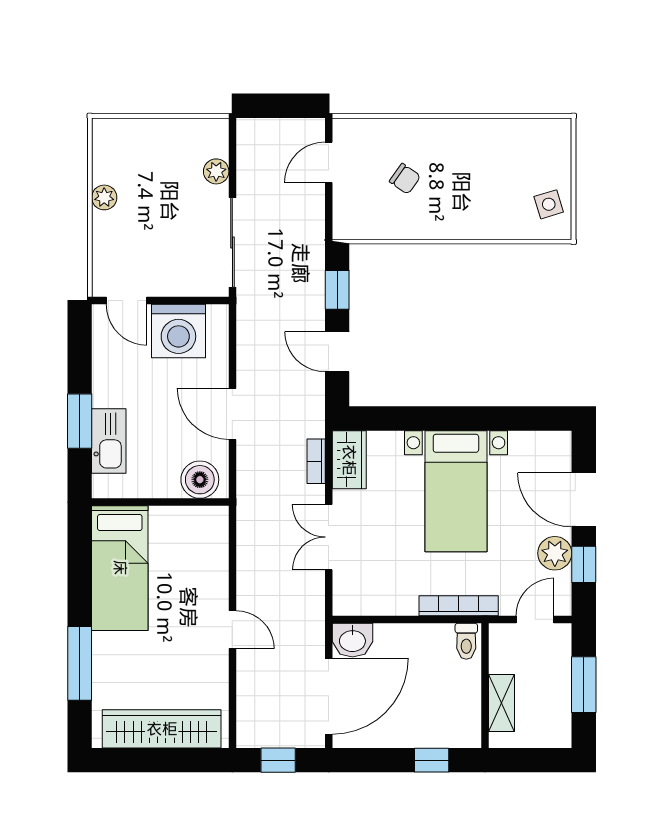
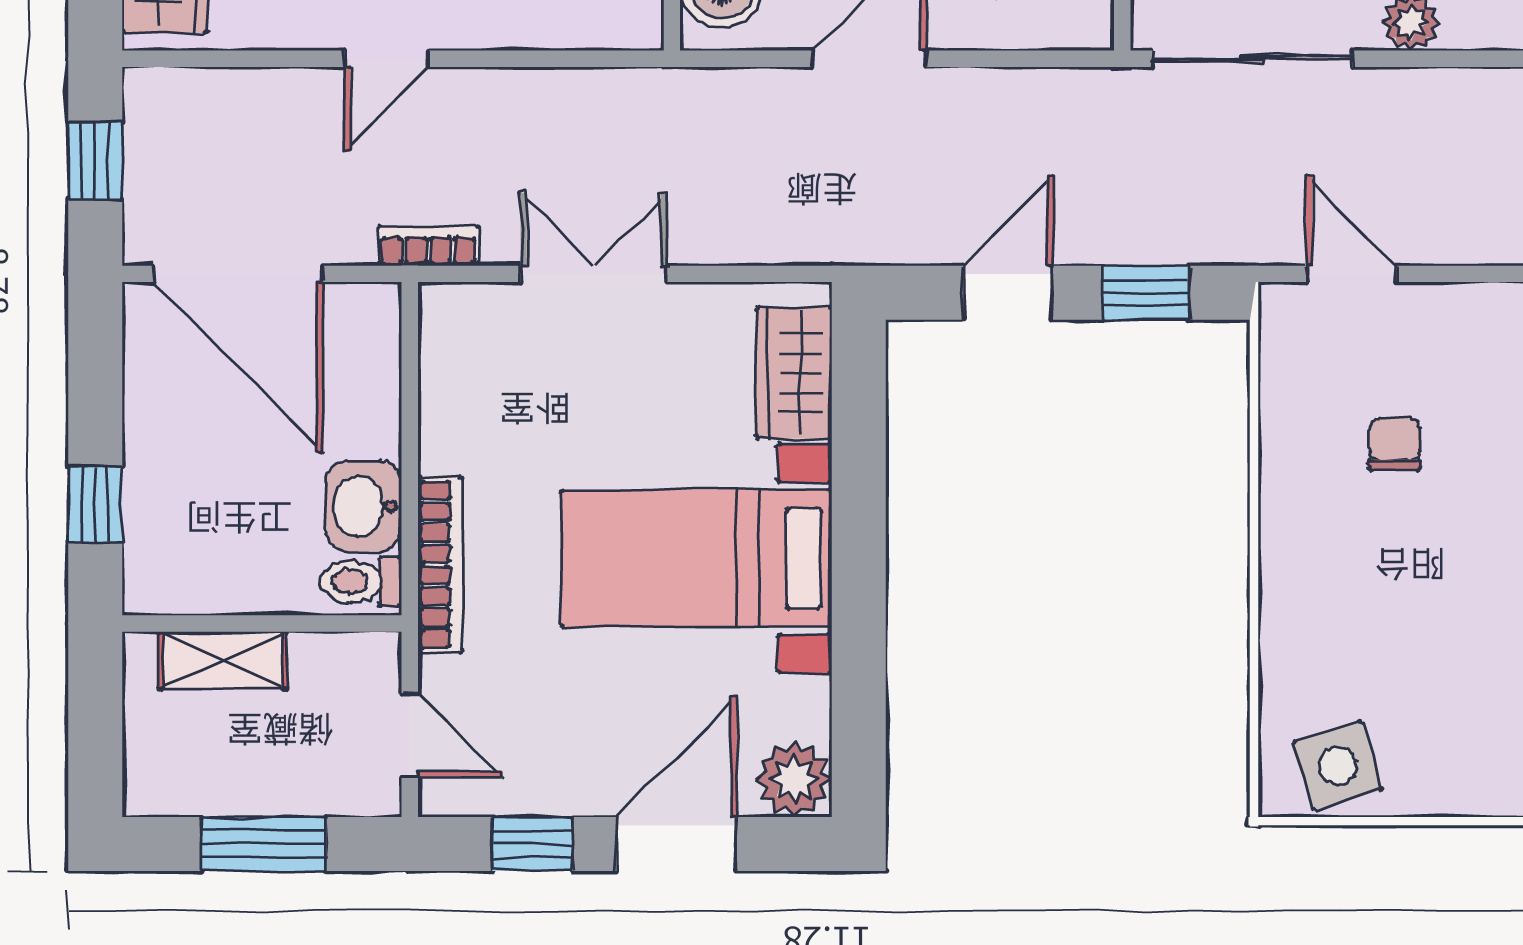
door: (329, 162) -> (1351, 274), moved
chair: (405, 179) -> (1395, 444), turned 145
side table: (549, 204) -> (1338, 766), width x1.37, depth x1.37
wardrobe: (349, 460) -> (794, 373), moved, turned 90
bookcase: (316, 461) -> (428, 246), moved
plant: (555, 553) -> (794, 779), moved
washbasin: (352, 640) -> (364, 506), moved

